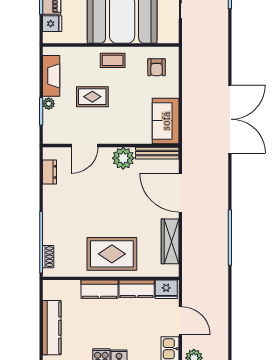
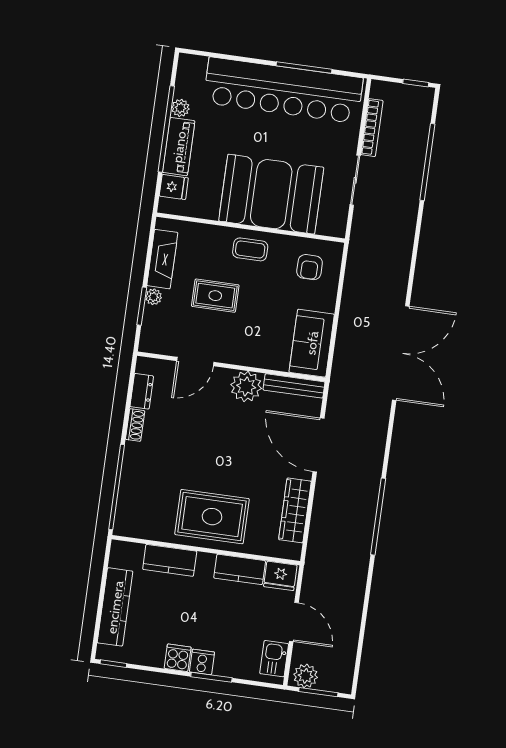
shoe rack: (48, 257) -> (135, 425), moved
kitchen counter: (99, 289) -> (170, 560), moved

